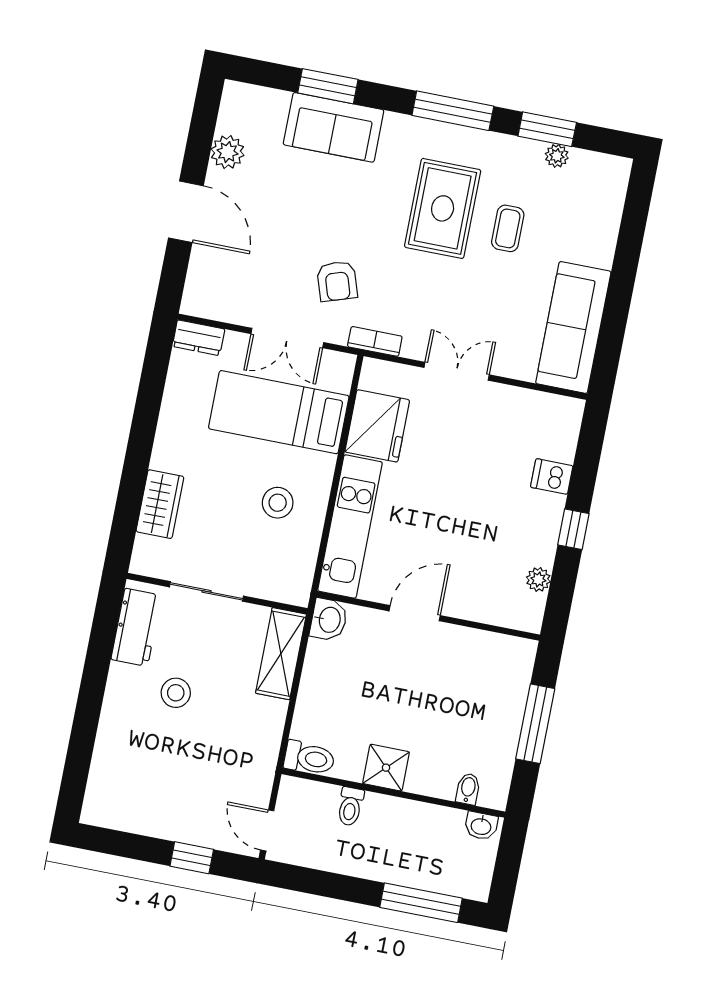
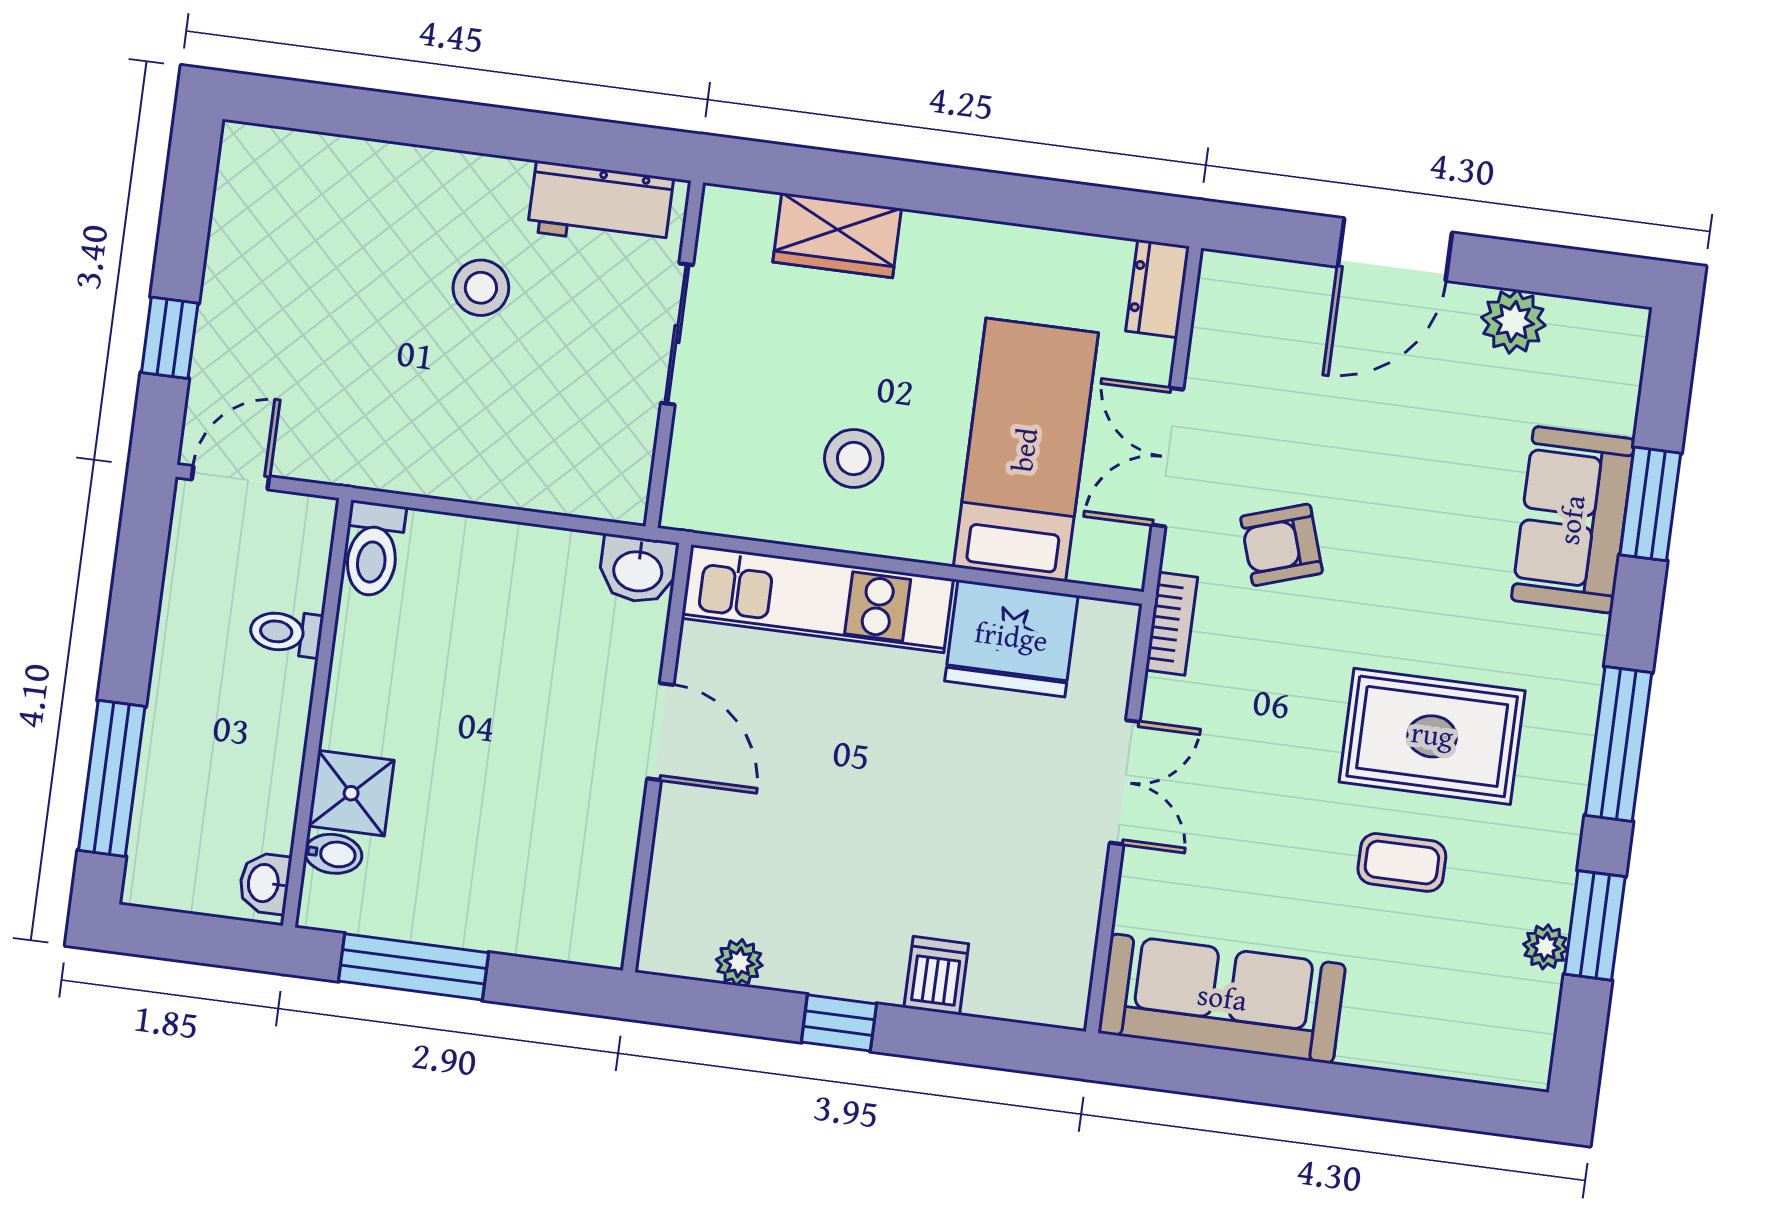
shelving: (281, 654) -> (568, 483), removed
window: (535, 724) -> (413, 967), moved
shower: (386, 768) -> (351, 793), moved

